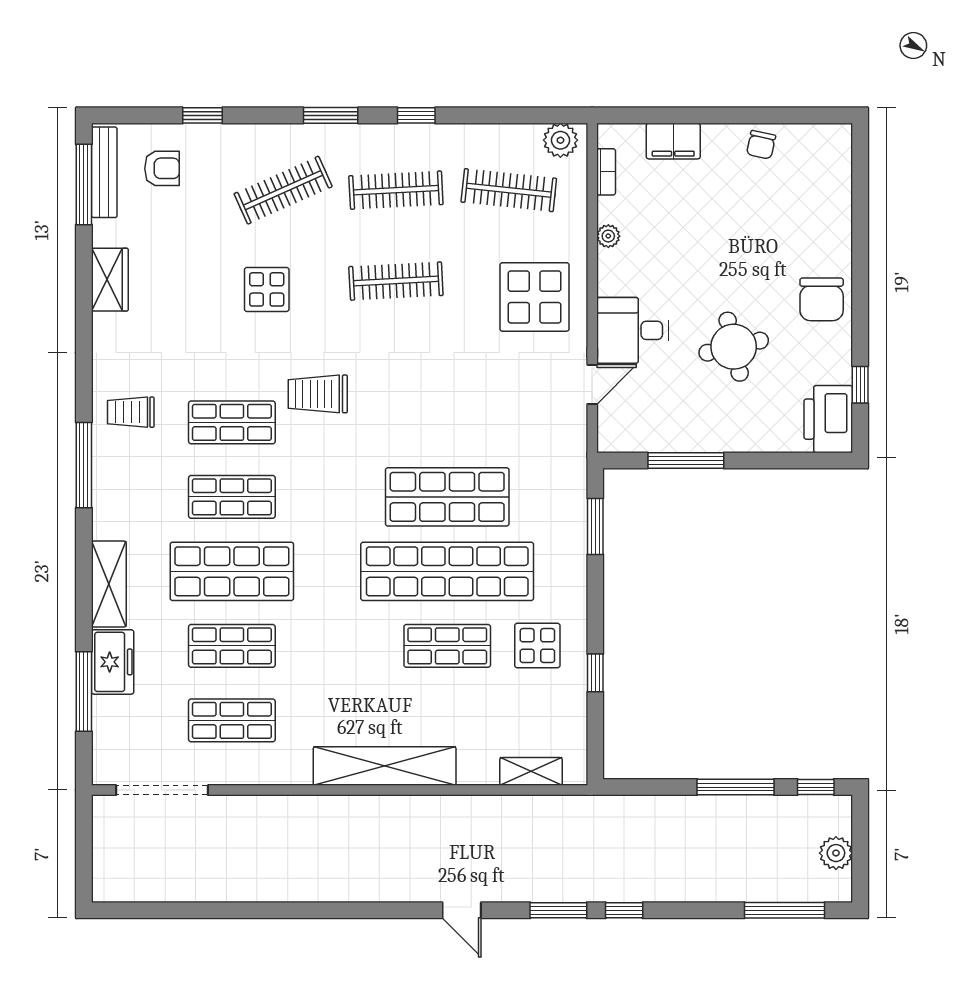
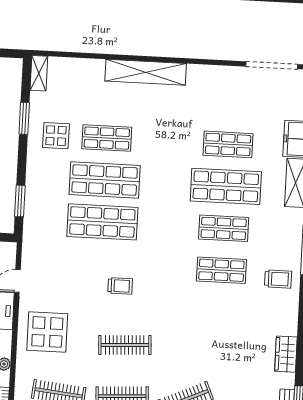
display table: (267, 289) -> (198, 344), removed
trolley: (318, 394) -> (120, 286), moved, width x0.73, depth x0.72
shop shelf: (447, 571) -> (105, 180), width x0.71
window: (595, 673) -> (24, 118), width x1.50
shop shelf: (232, 720) -> (230, 102), removed
shelving: (531, 771) -> (39, 73), moved, turned 90

